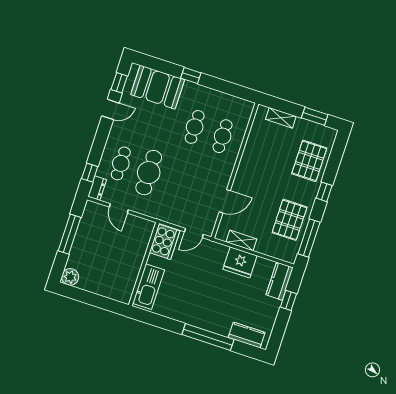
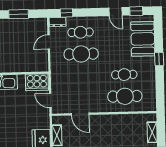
cafe table: (223, 136) -> (125, 96), width x1.37, depth x1.35
window: (69, 234) -> (19, 14), width x0.69

